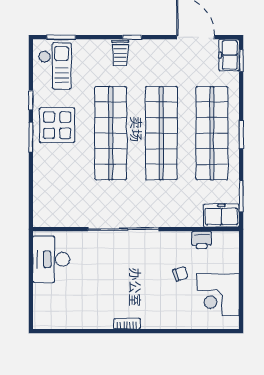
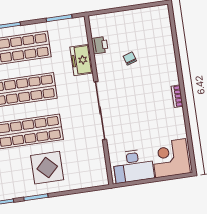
display table: (57, 125) -> (47, 168), moved
freezer: (221, 216) -> (81, 60), moved
corner desk: (218, 295) -> (171, 158), moved, turned 180

